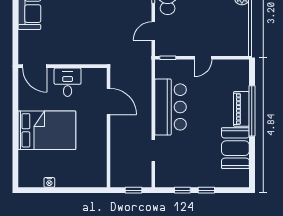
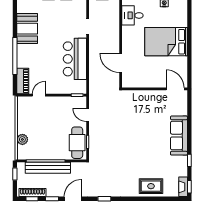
door: (153, 31) -> (88, 115), swing flipped
door: (203, 58) -> (39, 95), moved
desk: (68, 82) -> (132, 15), moved, turned 90
piano: (241, 109) -> (23, 81), moved

